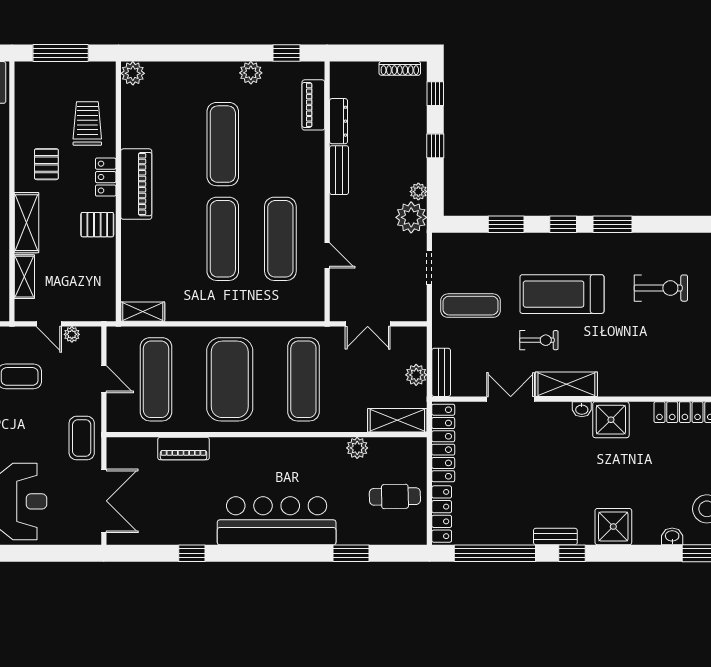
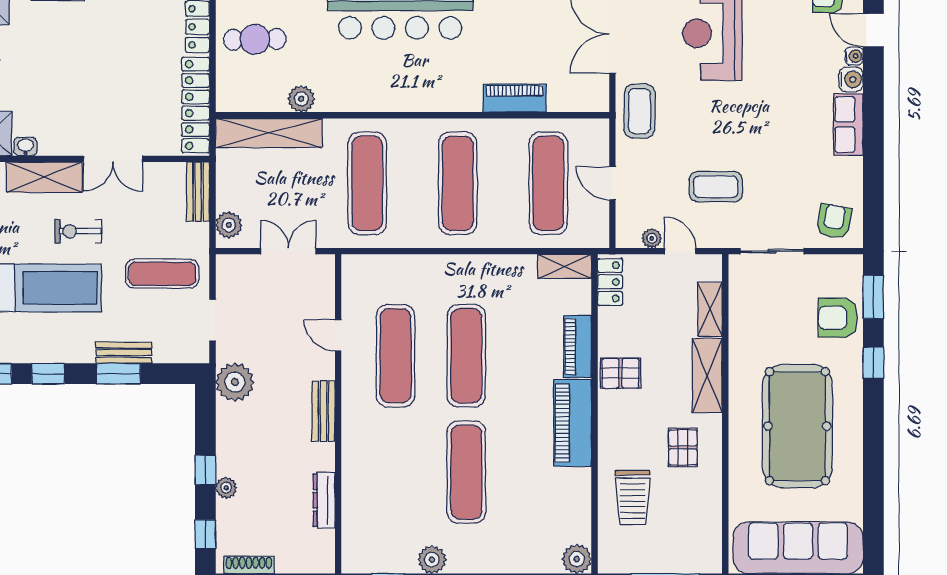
piano: (313, 105) -> (578, 347), moved, turned 180
bench: (339, 170) -> (324, 411), moved
locker: (106, 177) -> (610, 282), moved
plant: (418, 192) -> (226, 488), moved
bench: (502, 241) -> (124, 353), added
plant: (416, 375) -> (229, 225), moved
exercise mat: (230, 379) -> (458, 183), width x0.68
shelving: (397, 420) -> (269, 133), width x1.47

